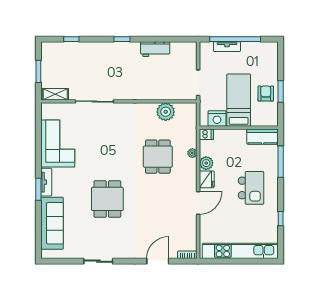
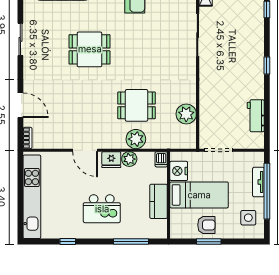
workbench: (155, 49) -> (256, 116), moved
side table: (259, 56) -> (248, 218), added
kitchen counter: (263, 137) -> (159, 201), moved
plant: (192, 153) -> (136, 139), width x1.87, depth x1.87

